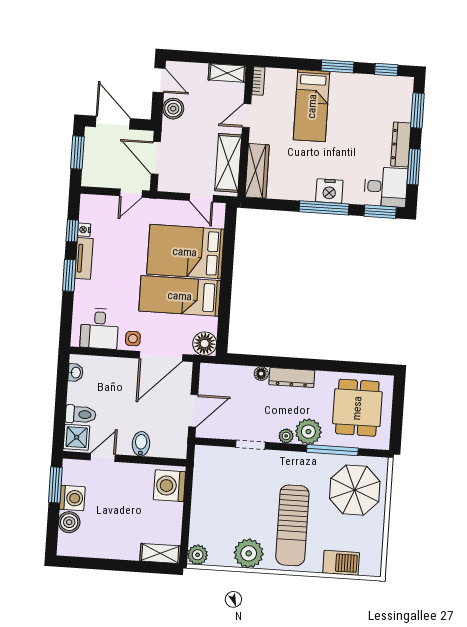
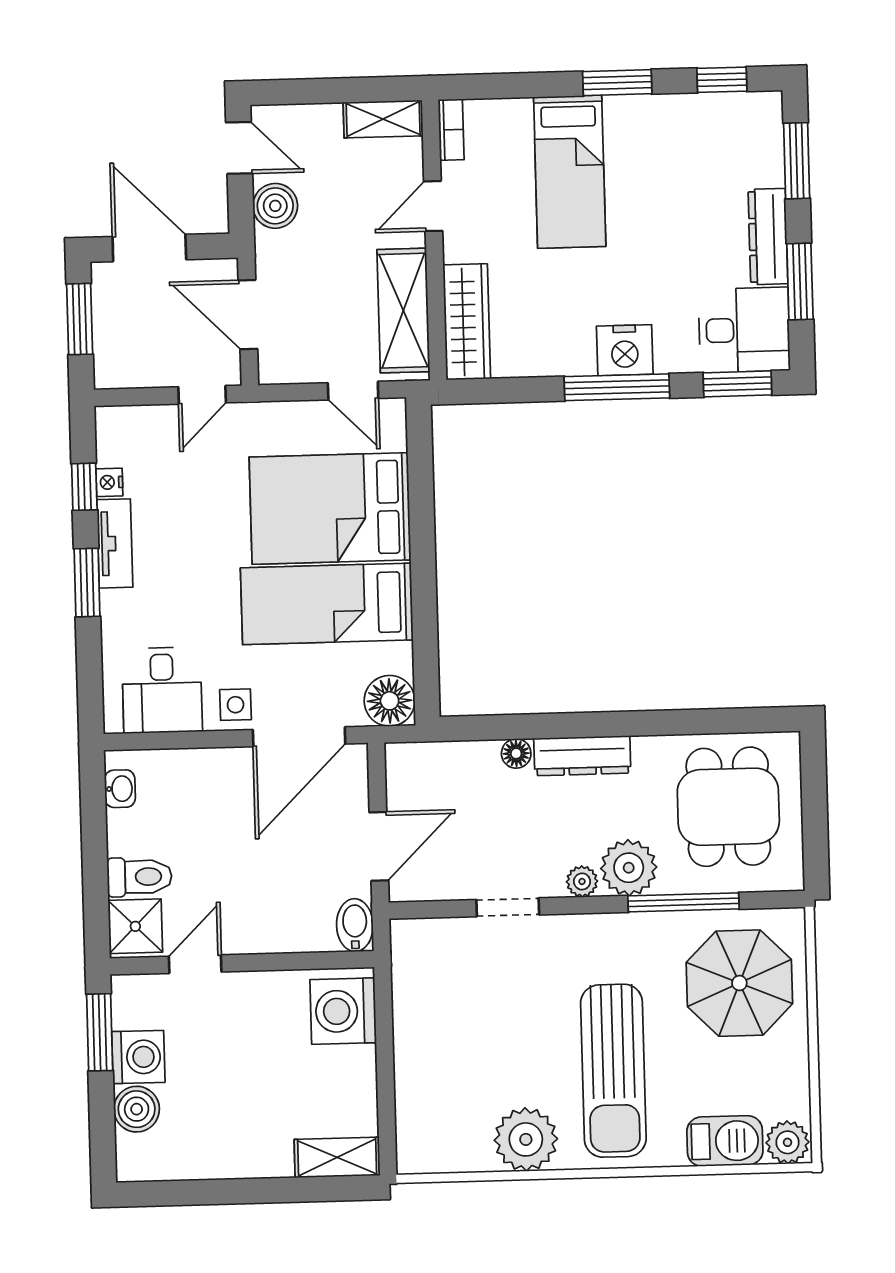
bidet: (141, 444) -> (355, 925), moved
plant: (198, 555) -> (788, 1142), moved

